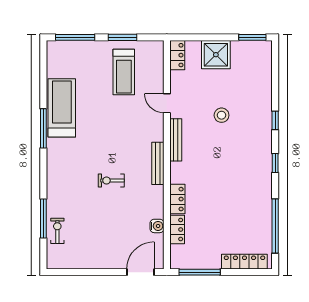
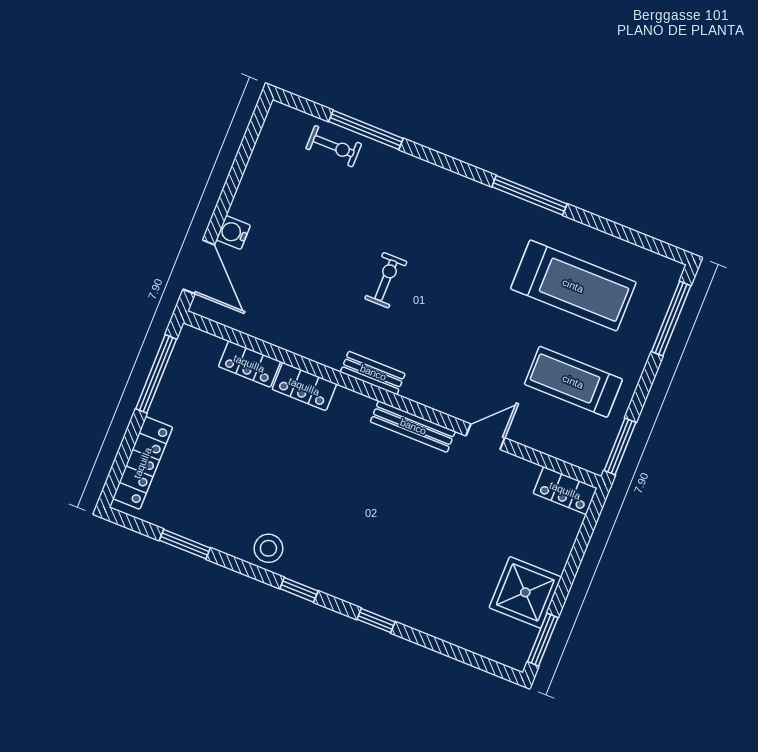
window: (122, 37) -> (620, 446), moved
shower: (216, 55) -> (525, 592), moved
treadmill: (62, 108) -> (573, 286), moved
stool: (222, 115) -> (268, 548), moved
bench: (158, 163) -> (373, 373), width x0.73
water cooler: (157, 226) -> (233, 233), moved, turned 90
window: (275, 226) -> (185, 544), width x0.47

